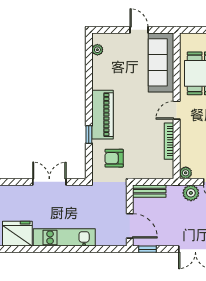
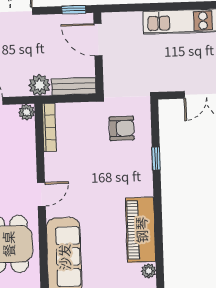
piano: (102, 115) -> (141, 230), moved
bookcase: (169, 141) -> (49, 127), moved
plant: (191, 193) -> (39, 85), moved

